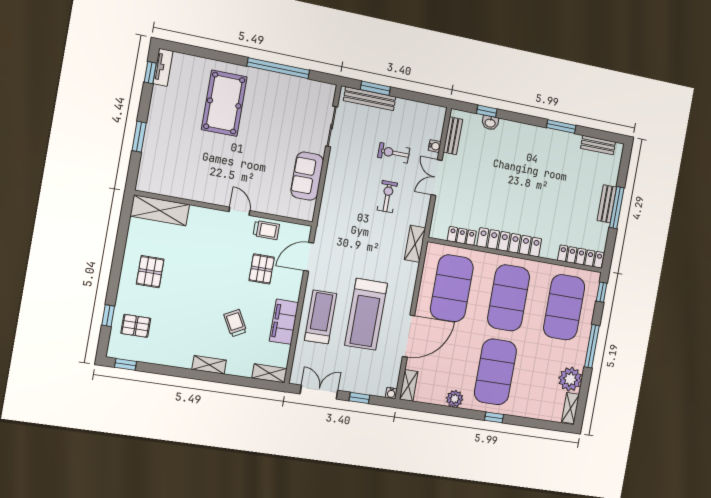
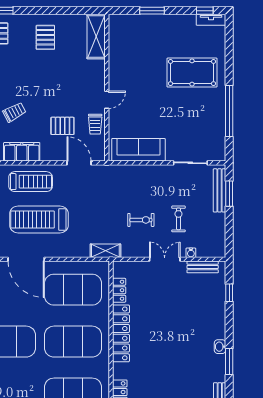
washbasin: (490, 123) -> (220, 347), moved
sofa: (307, 176) -> (138, 150), width x1.36
pallet: (150, 272) -> (45, 37), turned 90

